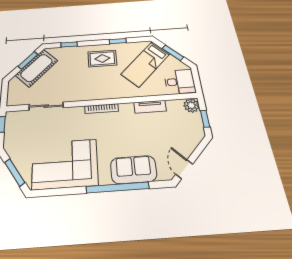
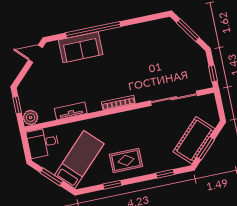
sliding door: (46, 106) -> (174, 98), width x1.37
corner sofa: (65, 164) -> (144, 44), removed
door: (184, 169) -> (35, 54), swing flipped

